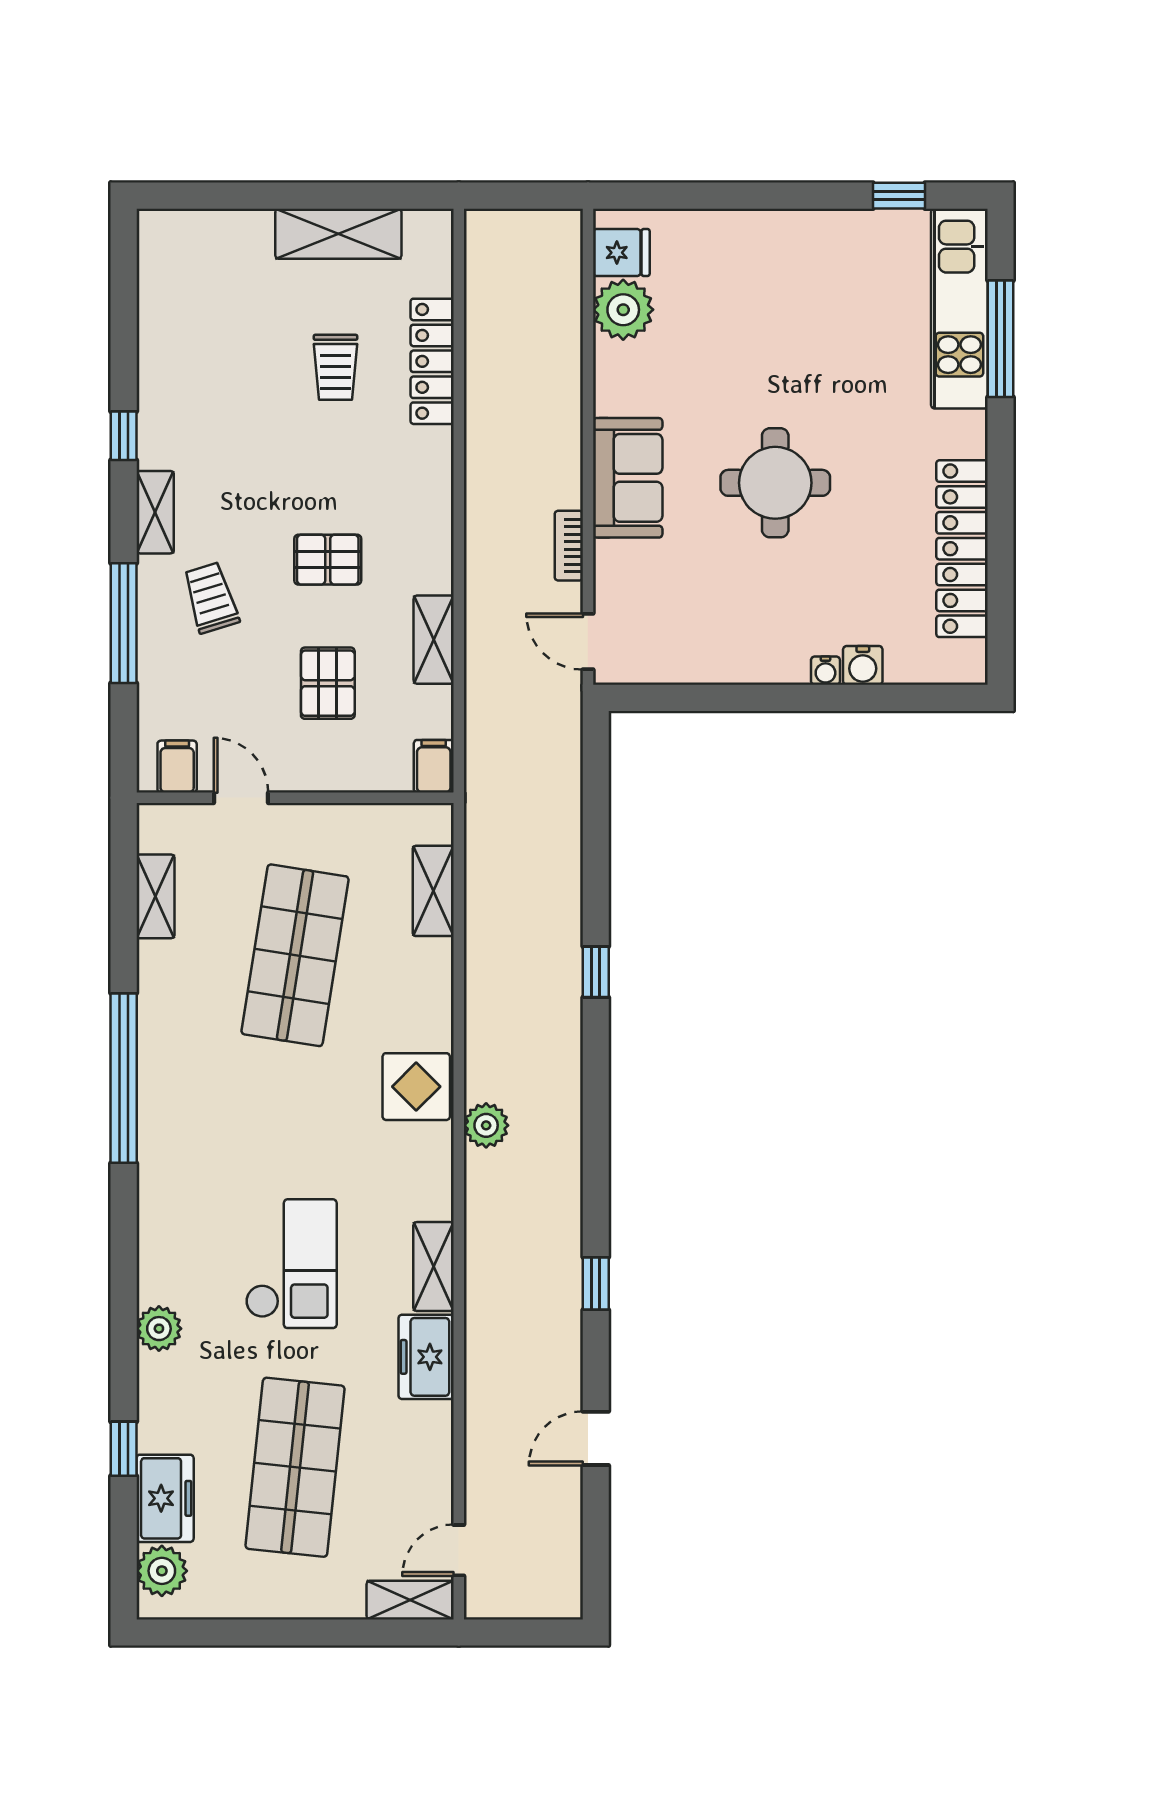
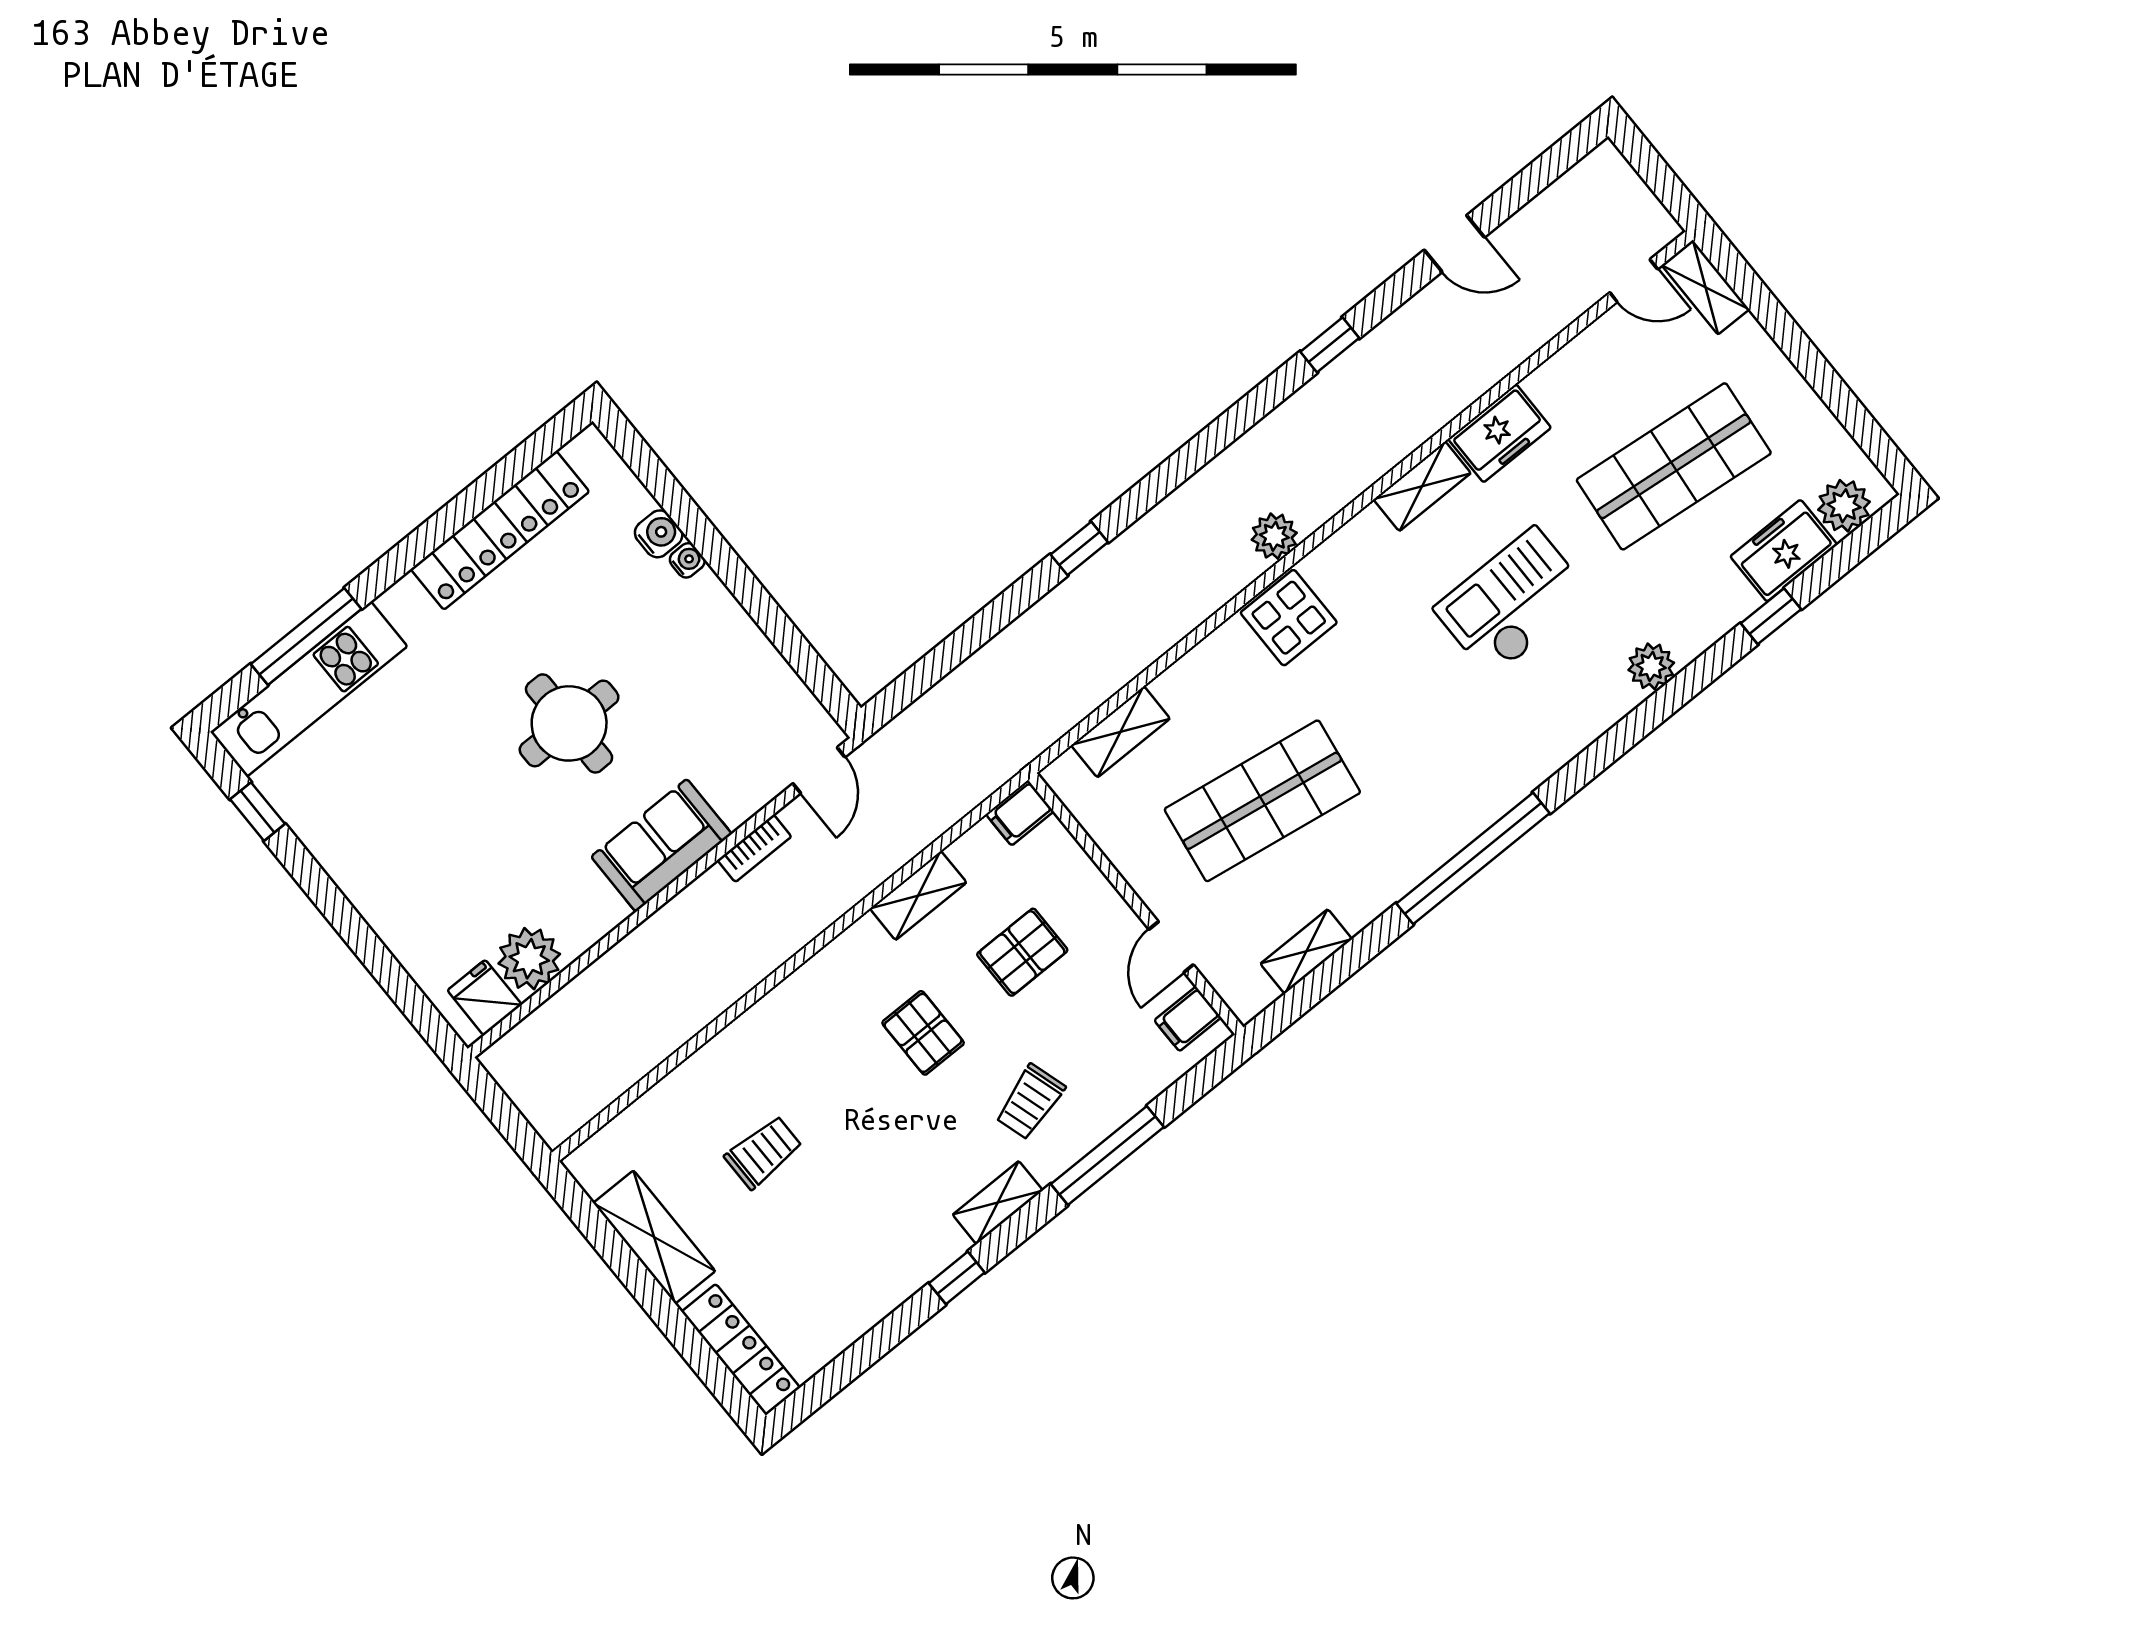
locker: (432, 361) -> (741, 1350), moved, turned -90

